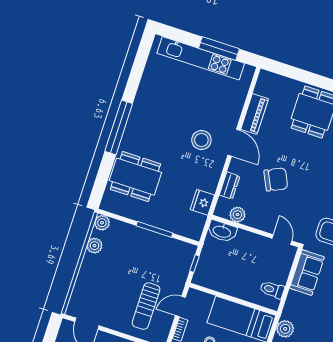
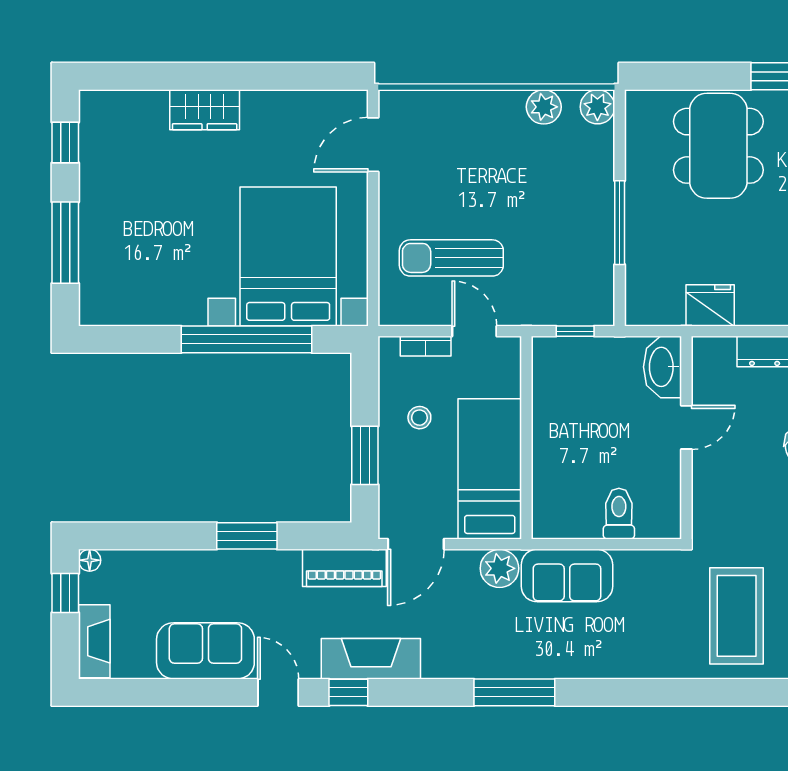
plant: (237, 215) -> (708, 388), removed
door: (282, 240) -> (686, 427), moved
sofa: (307, 273) -> (567, 576), moved
toilet: (272, 290) -> (619, 514), moved

